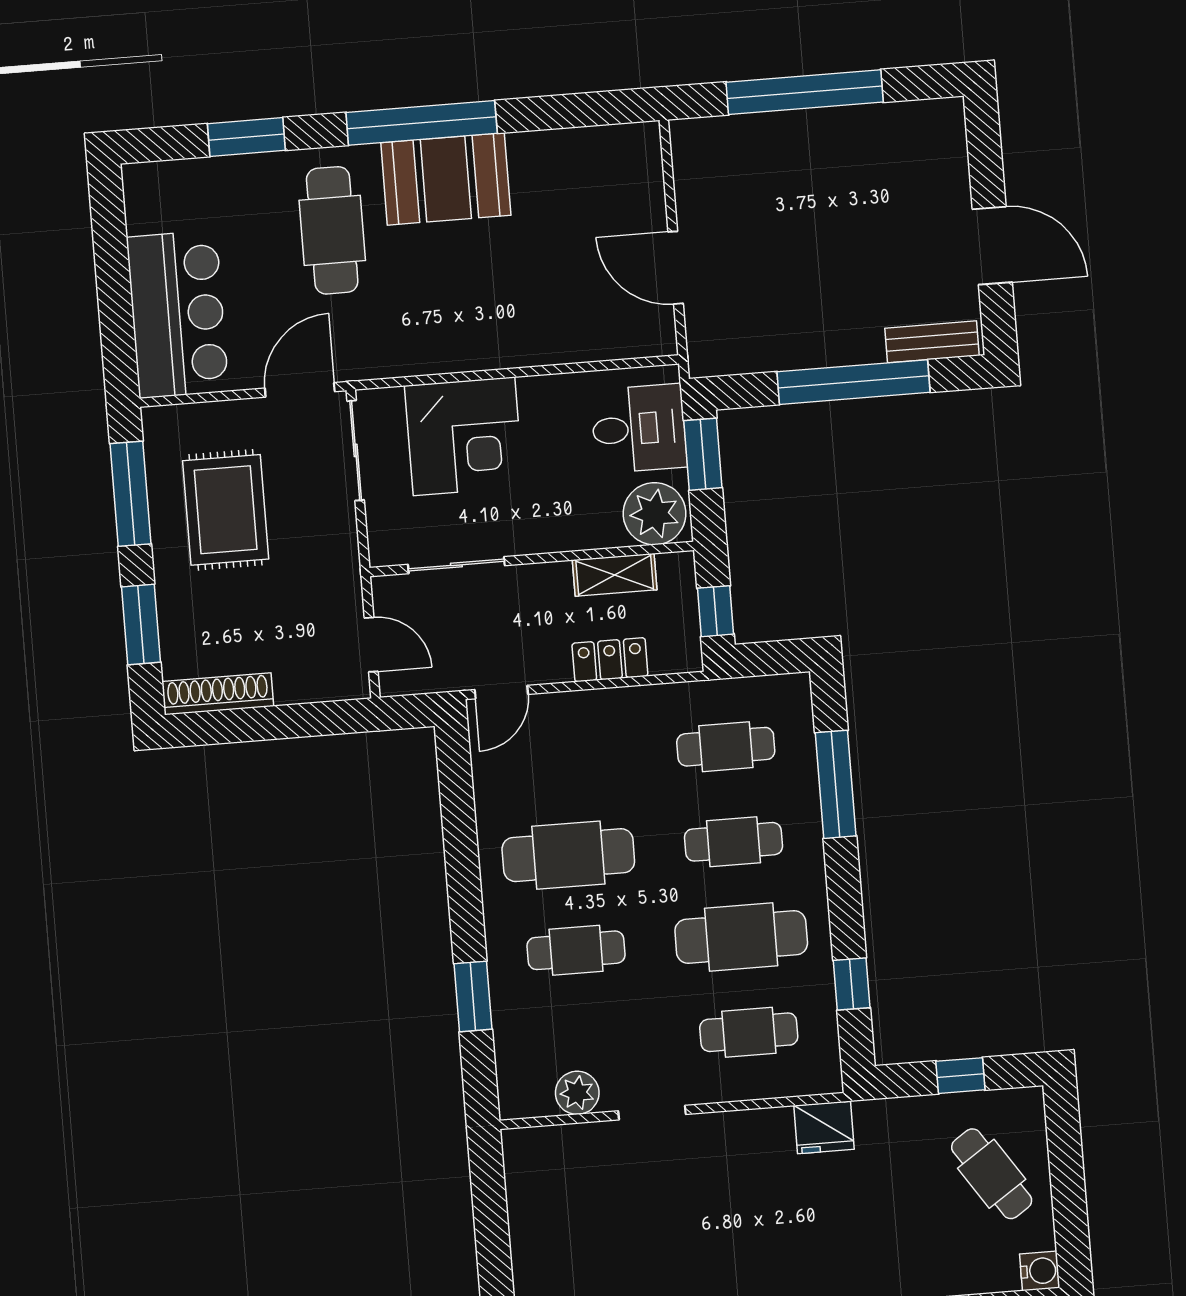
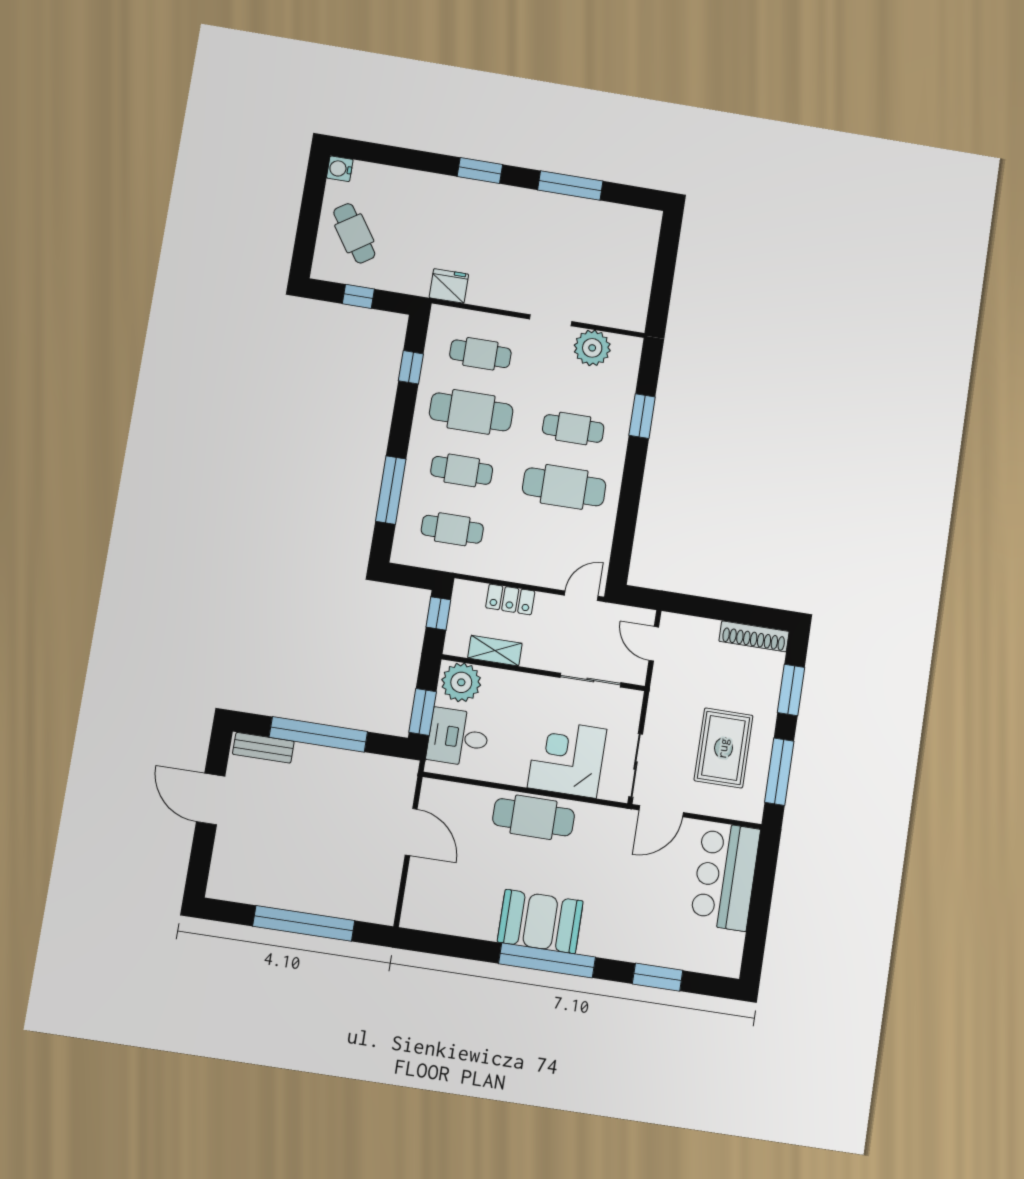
cafe table: (332, 230) -> (533, 817), moved, turned 90
plant: (577, 1093) -> (592, 348), width x1.36, depth x1.36

